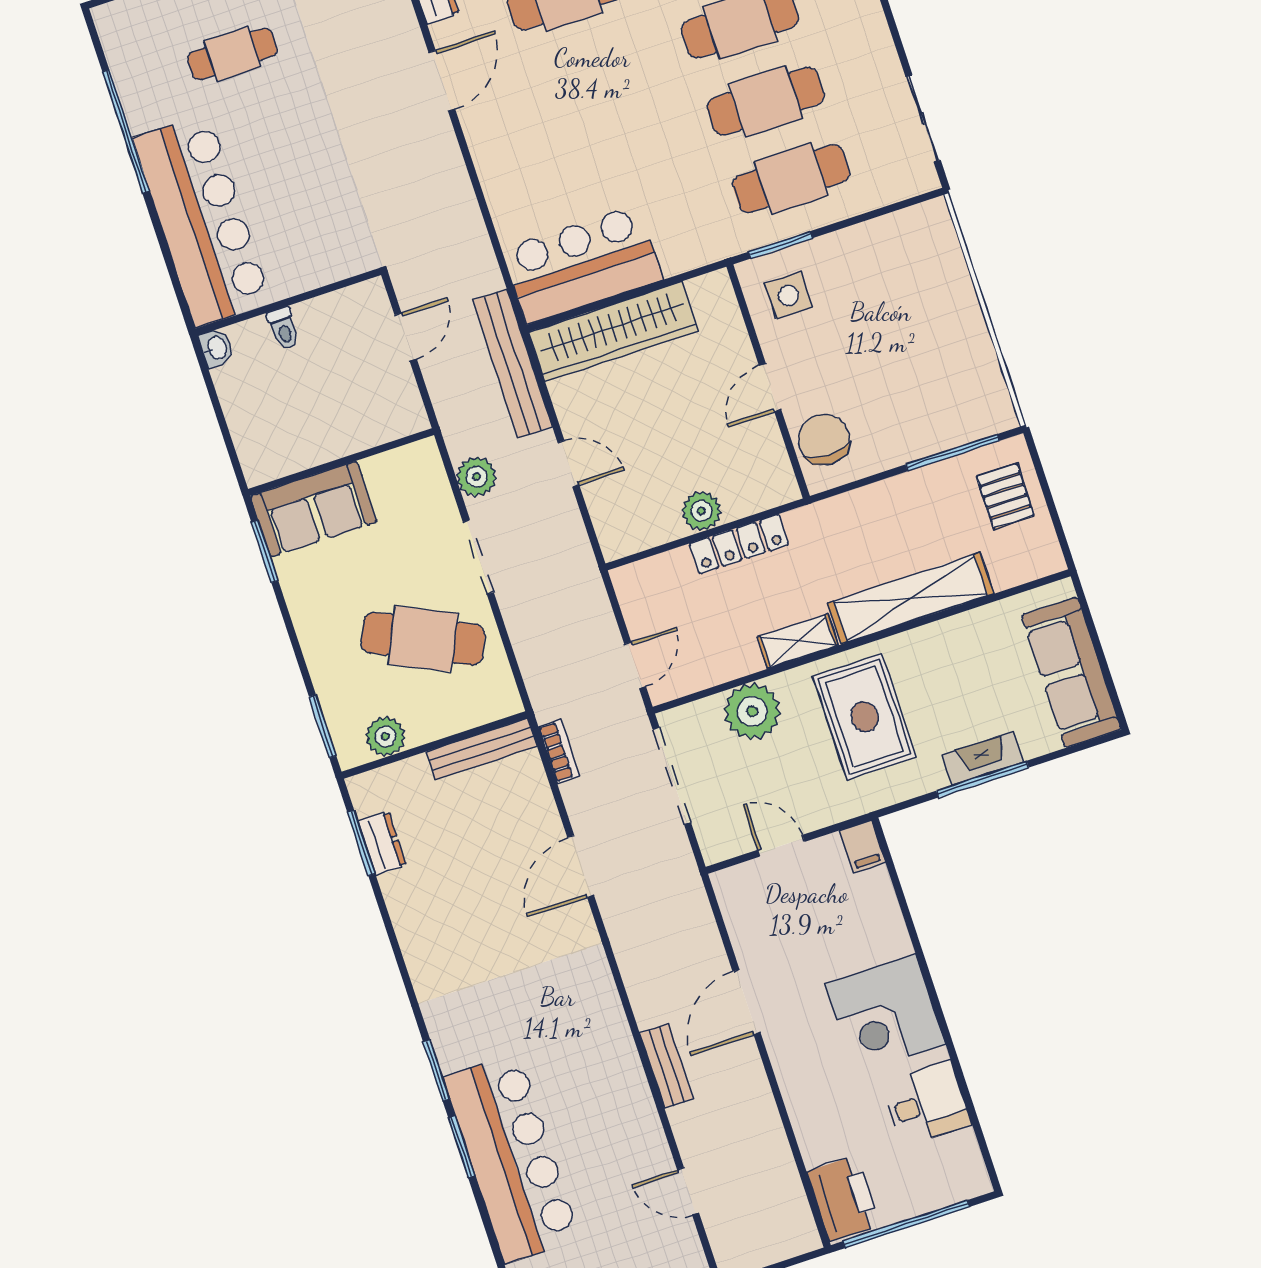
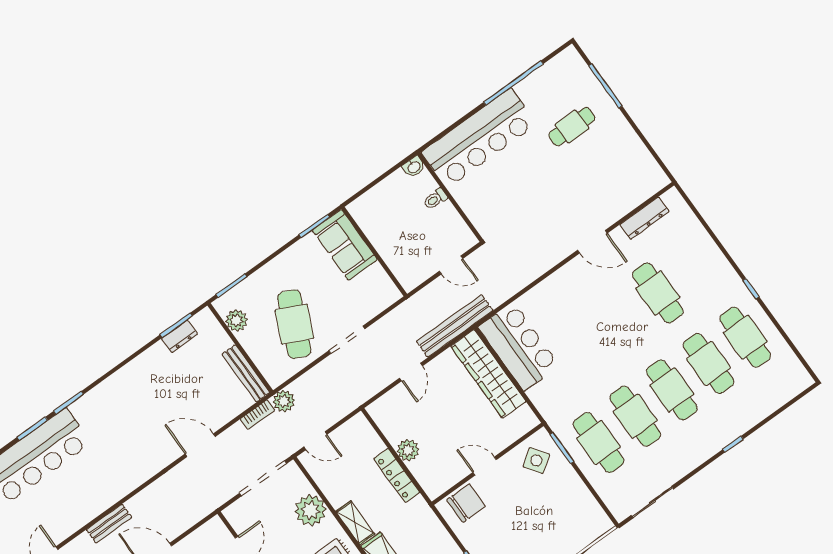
cafe table: (232, 54) -> (572, 127), turned 90
side table: (788, 295) -> (536, 460), turned -35
plant: (477, 477) -> (284, 401), moved

